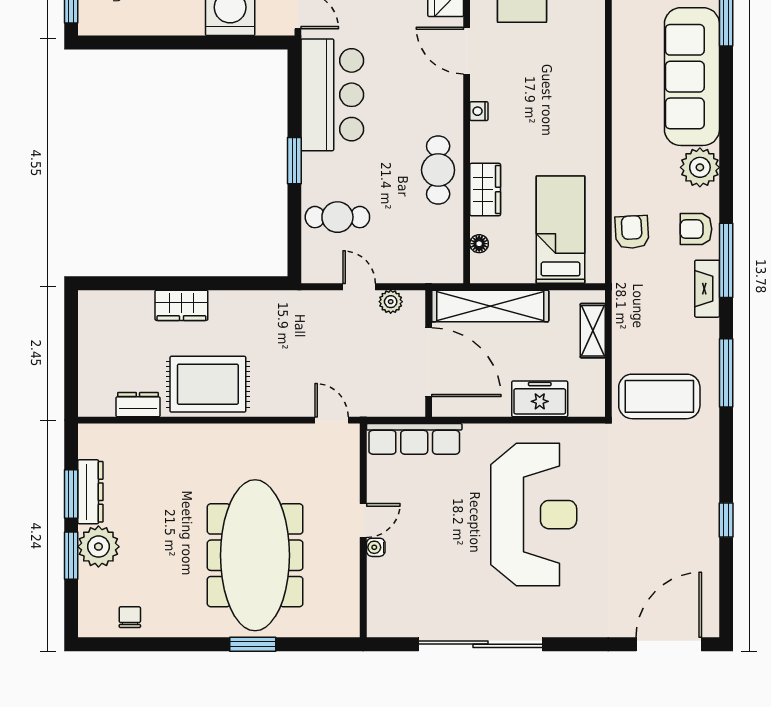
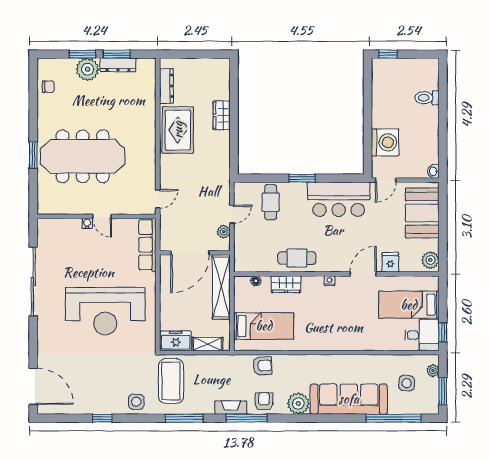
freezer: (540, 399) -> (176, 341), moved, turned -90
dresser: (138, 405) -> (166, 86), width x1.44
side table: (697, 459) -> (136, 402), added

